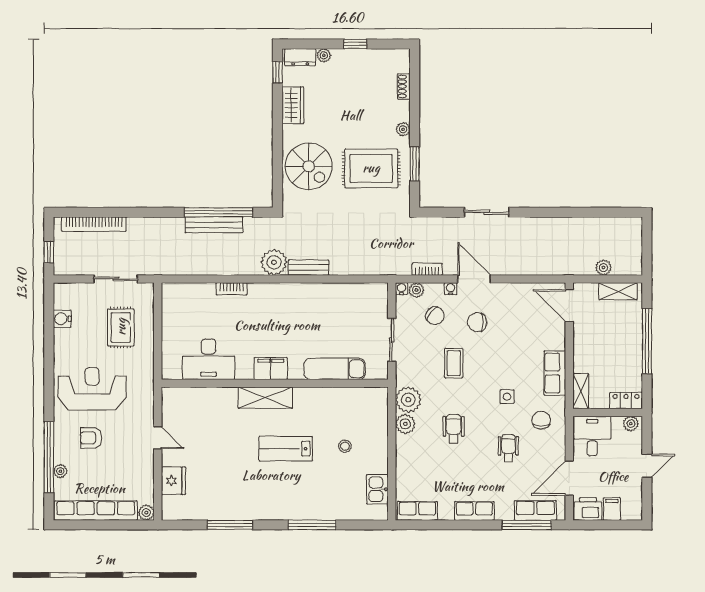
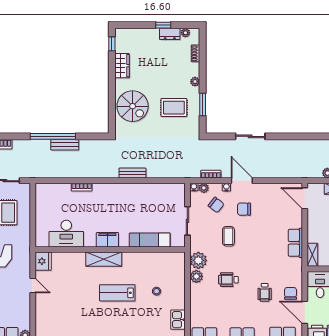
plant: (324, 55) -> (185, 33), moved
dresser: (300, 57) -> (170, 34), moved
rug: (371, 168) -> (174, 108), width x0.73, depth x0.70
window: (219, 212) -> (53, 136), moved
bench: (214, 225) -> (65, 145), width x0.73
plant: (274, 262) -> (110, 170), removed
side table: (507, 397) -> (264, 258), removed
chair: (541, 420) -> (291, 293), moved
wheelchair: (454, 429) -> (228, 280), turned -90
wheelchair: (508, 448) -> (265, 292), turned 180
door: (569, 478) -> (305, 312), hinge flipped
fridge: (173, 481) -> (43, 261), moved

